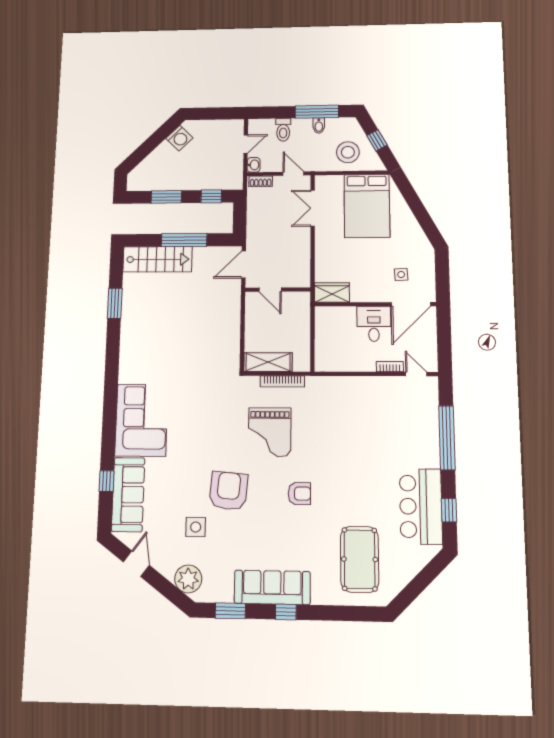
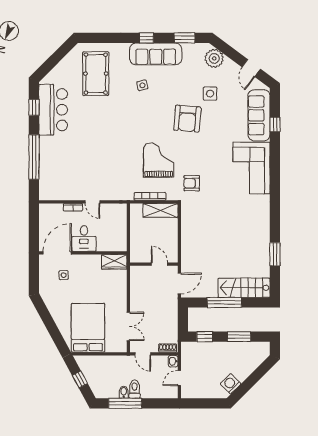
toilet: (283, 130) -> (135, 389), moved
stool: (348, 152) -> (102, 370), removed
door: (416, 374) -> (92, 202), moved
armchair: (299, 494) -> (192, 183), moved
side table: (292, 541) -> (142, 85), added

